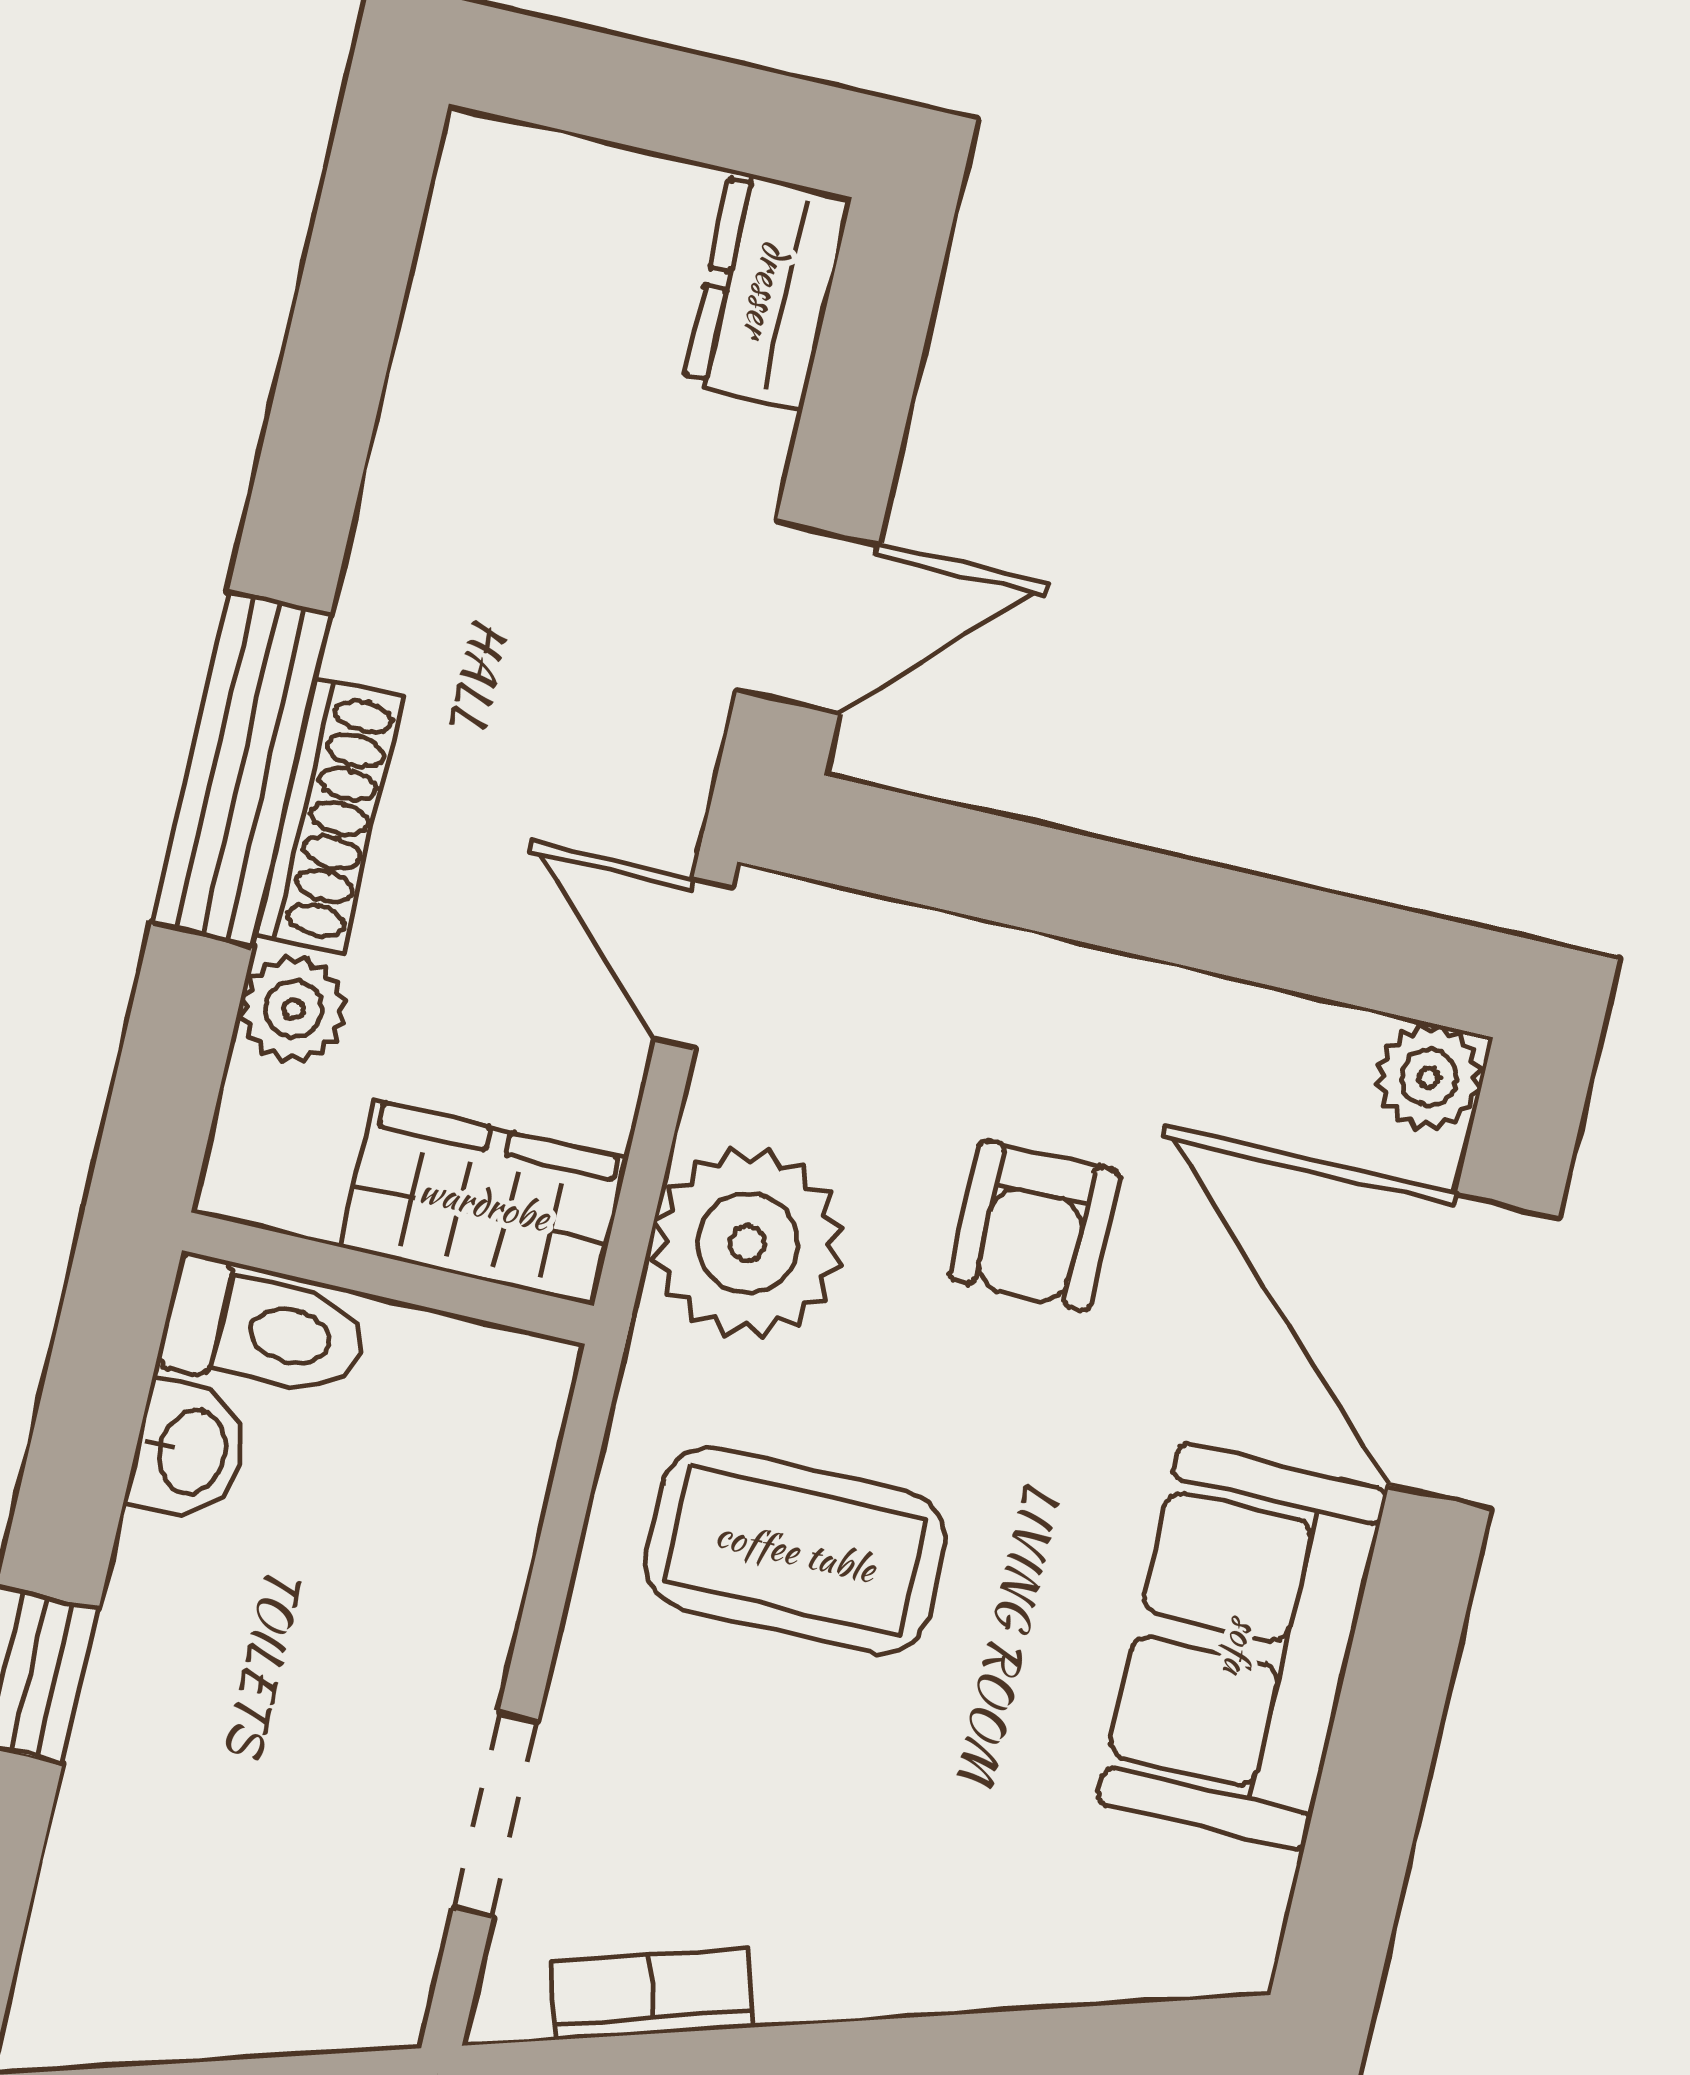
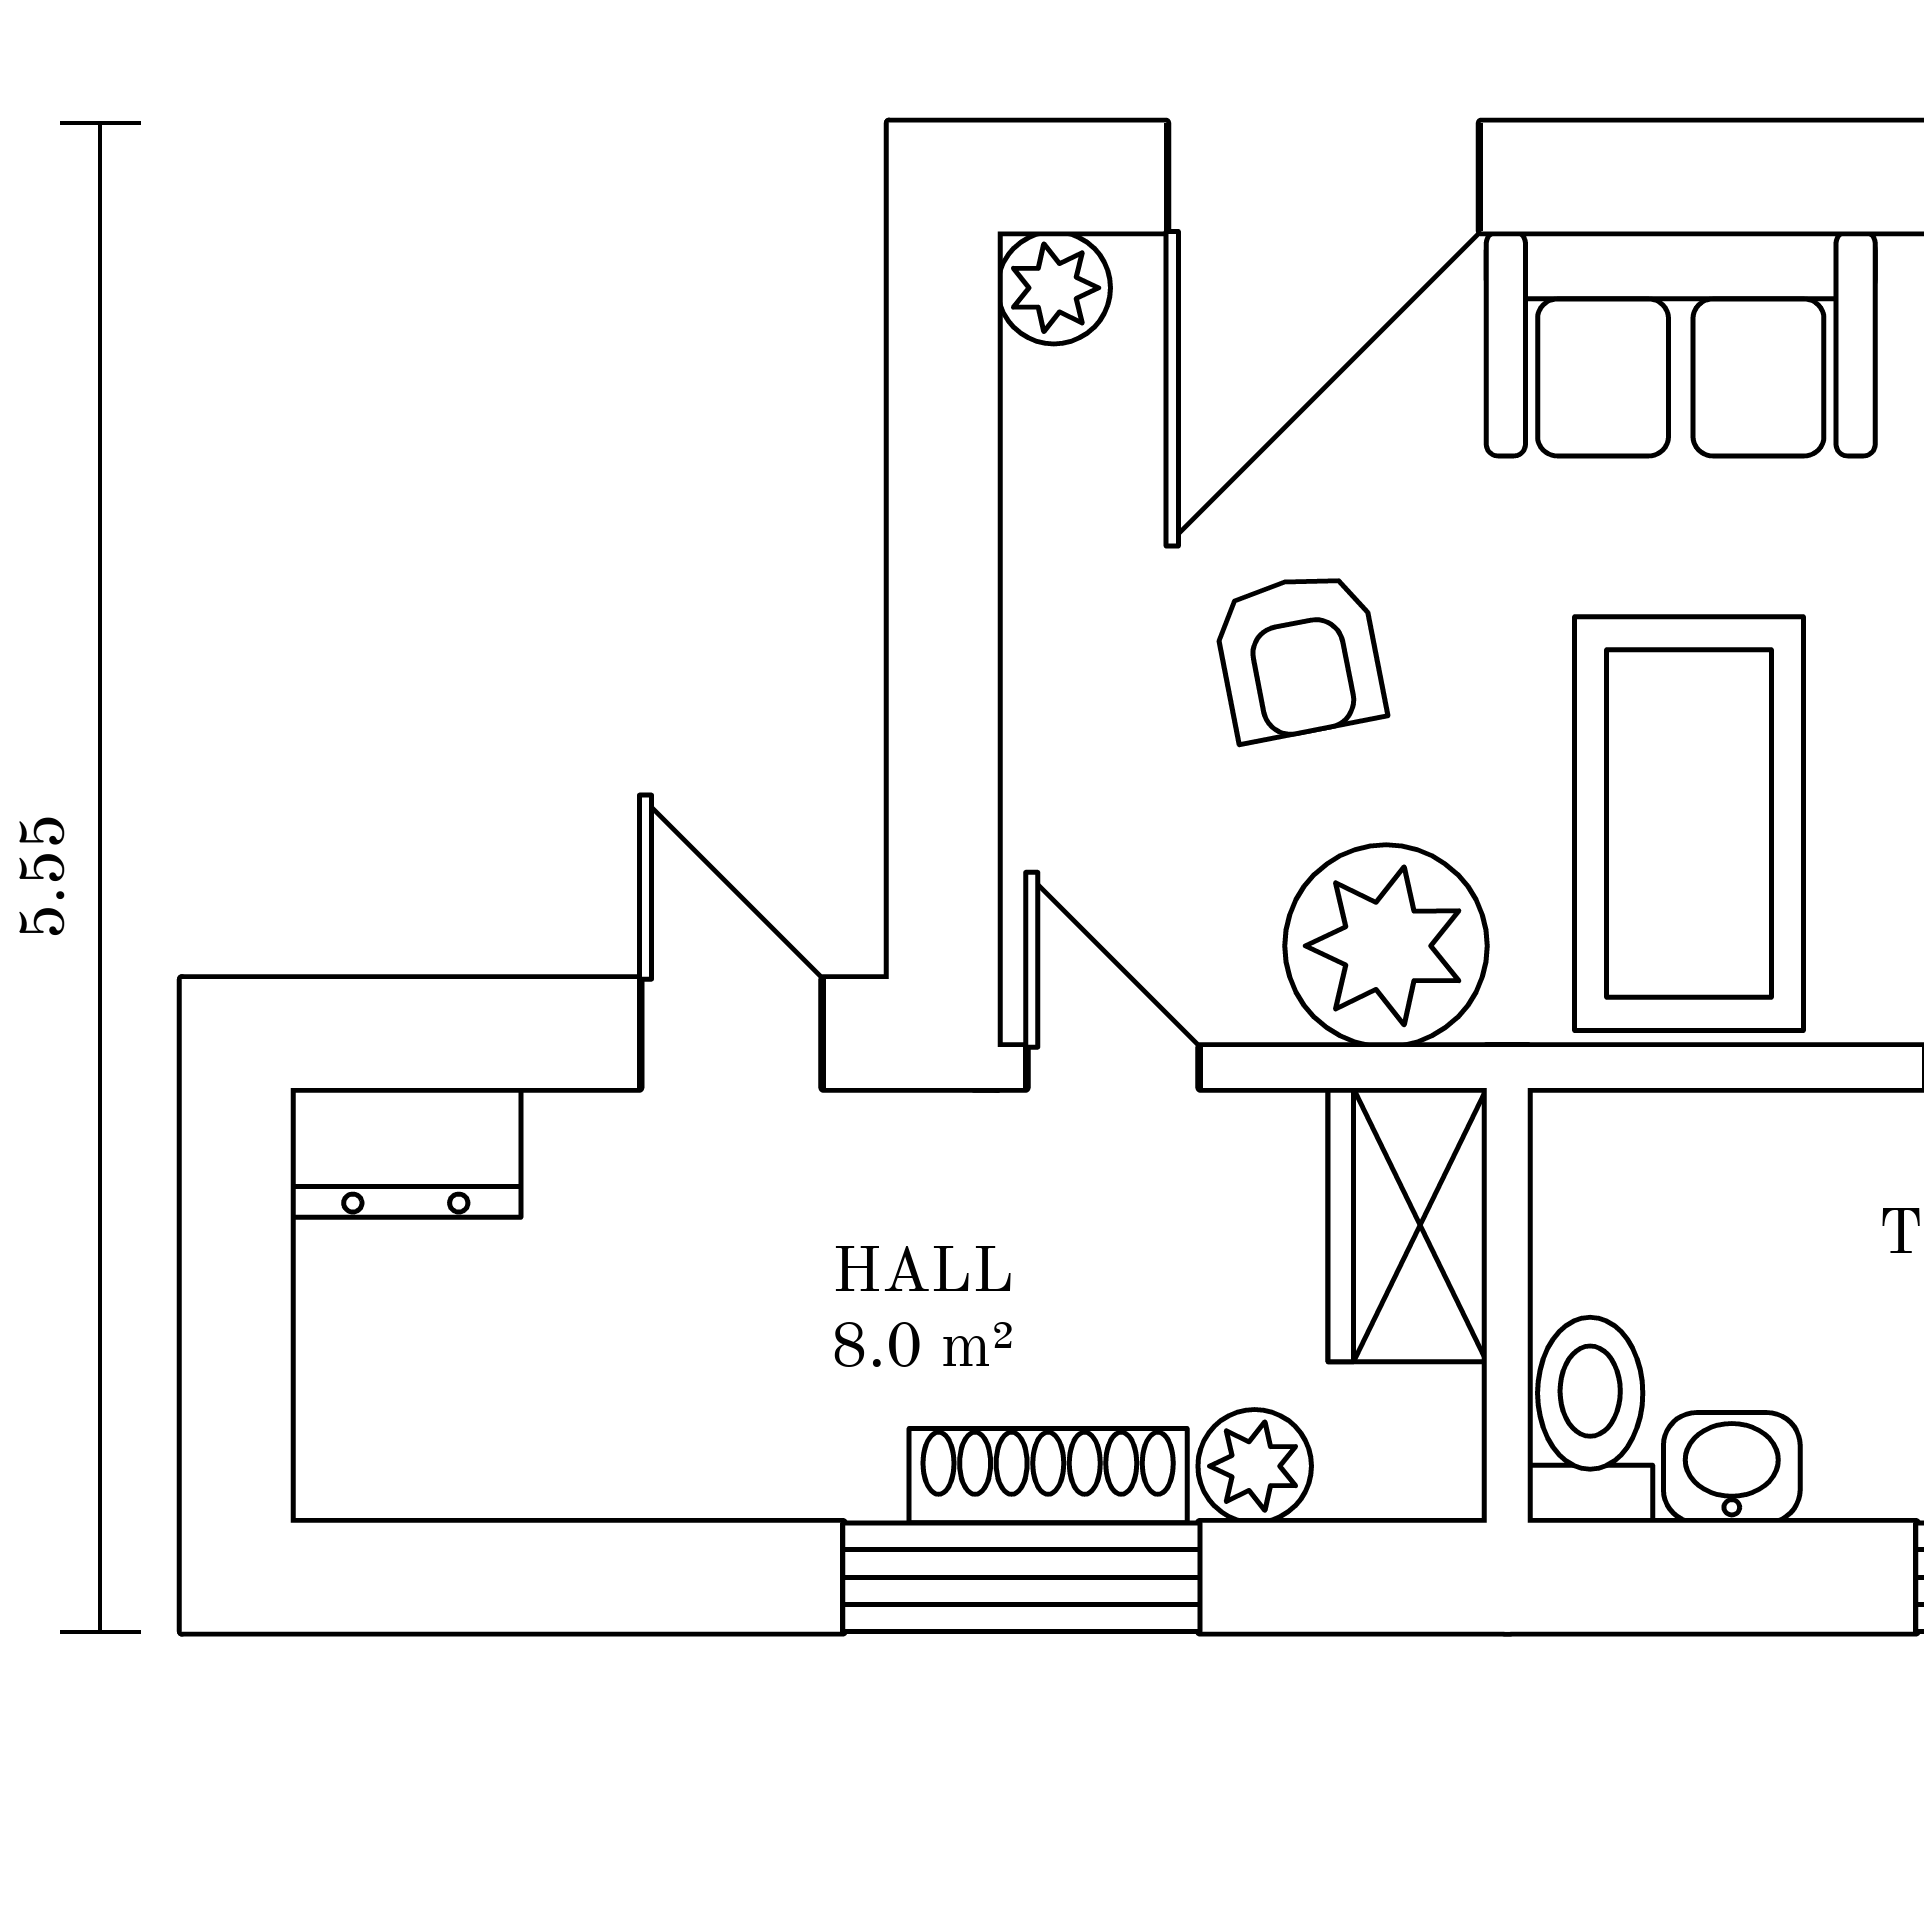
door: (694, 964) -> (1113, 1067), swing flipped
armchair: (1035, 1225) -> (1299, 656), turned 79
coffee table: (795, 1551) -> (1689, 824), width x1.36, depth x1.32

